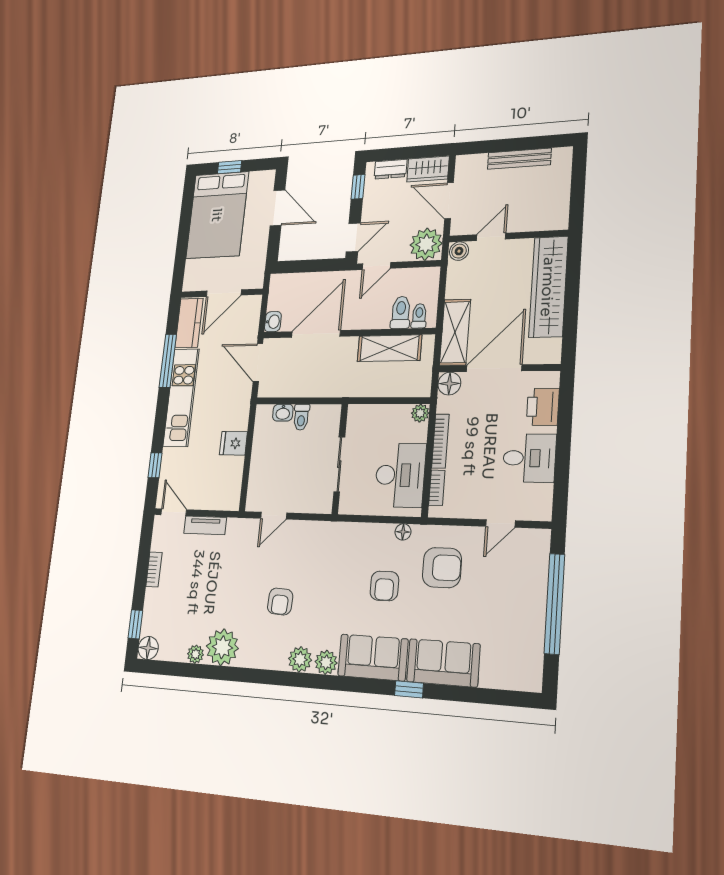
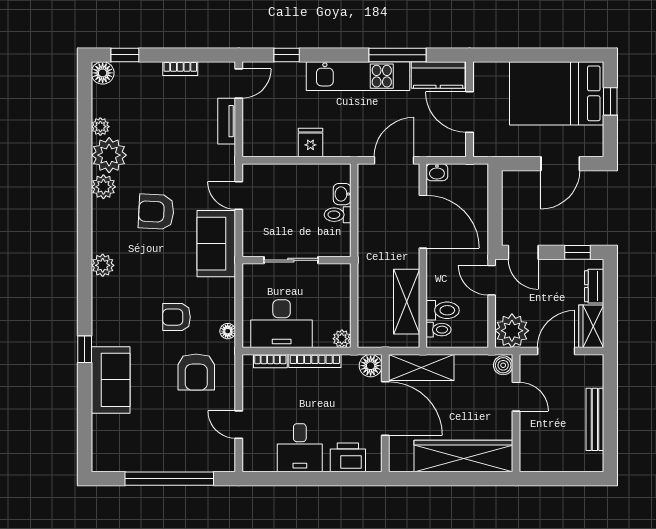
armchair: (280, 602) -> (156, 212), width x1.38, depth x1.38
sofa: (373, 657) -> (216, 244), moved, turned 180
plant: (300, 659) -> (103, 187), moved

